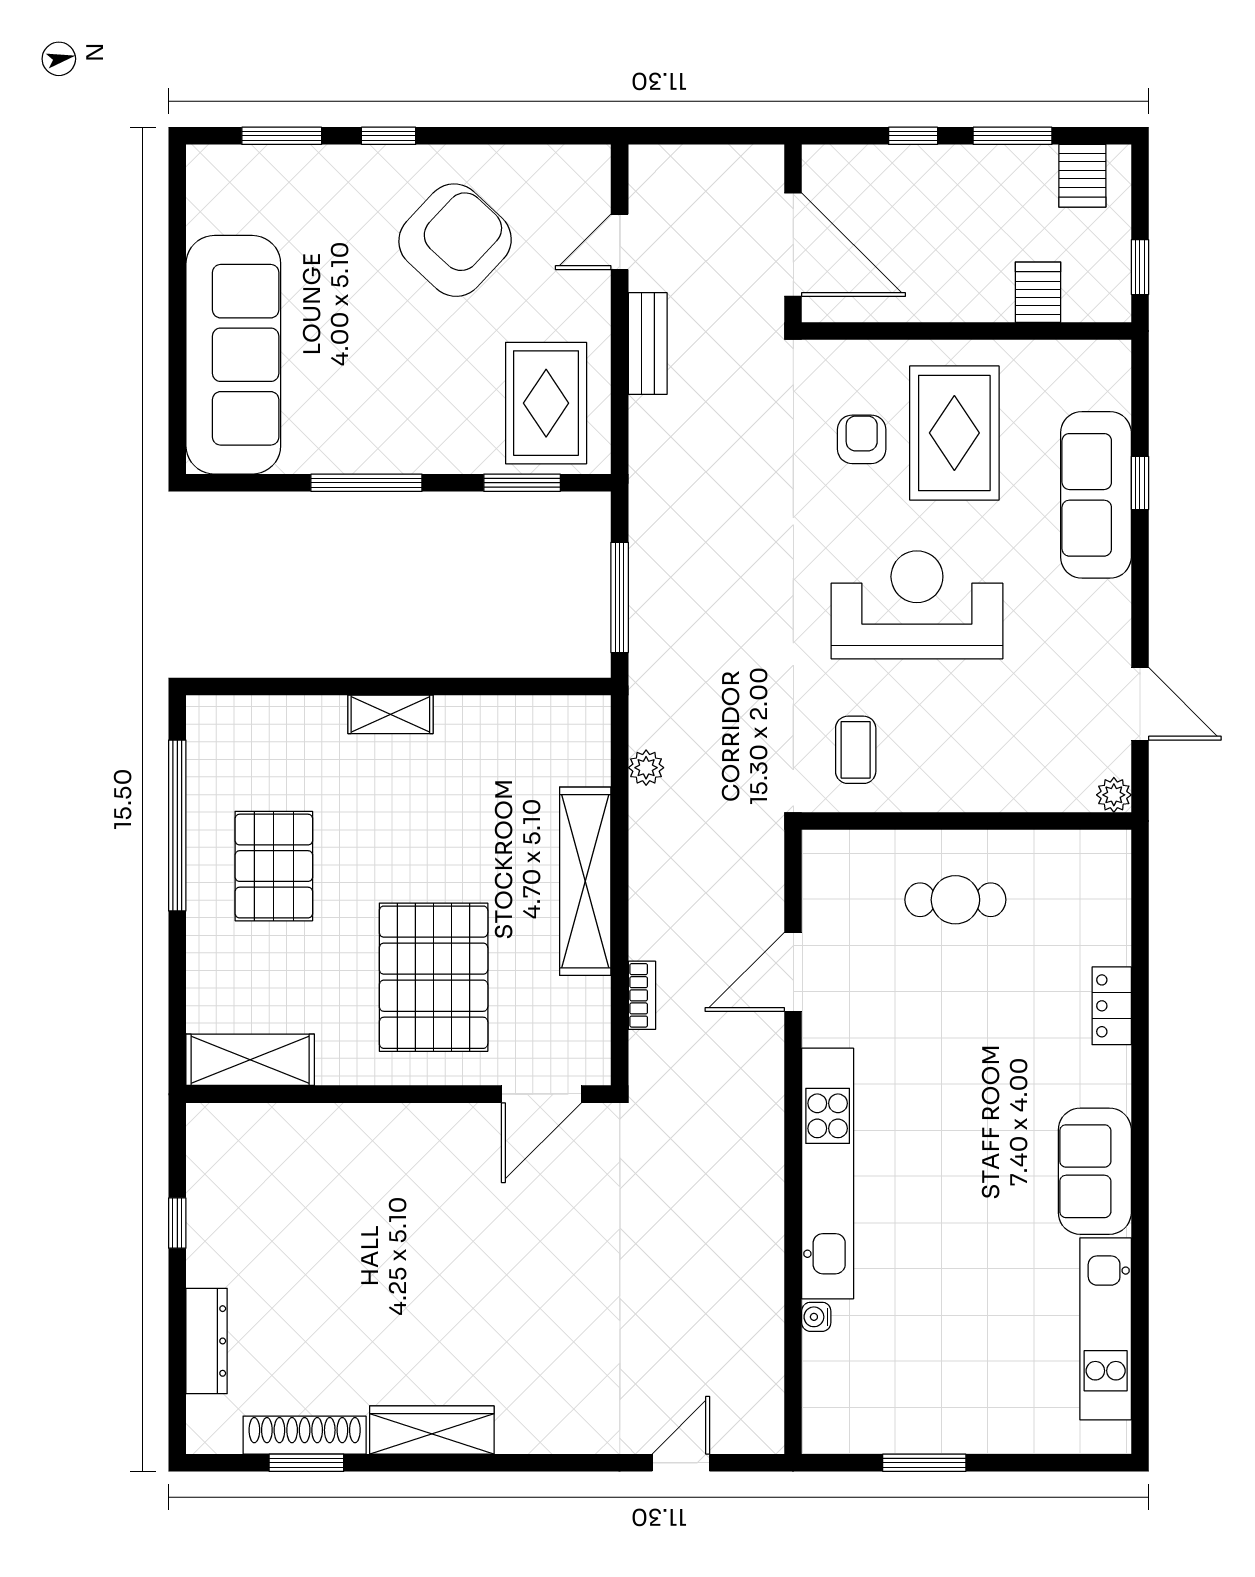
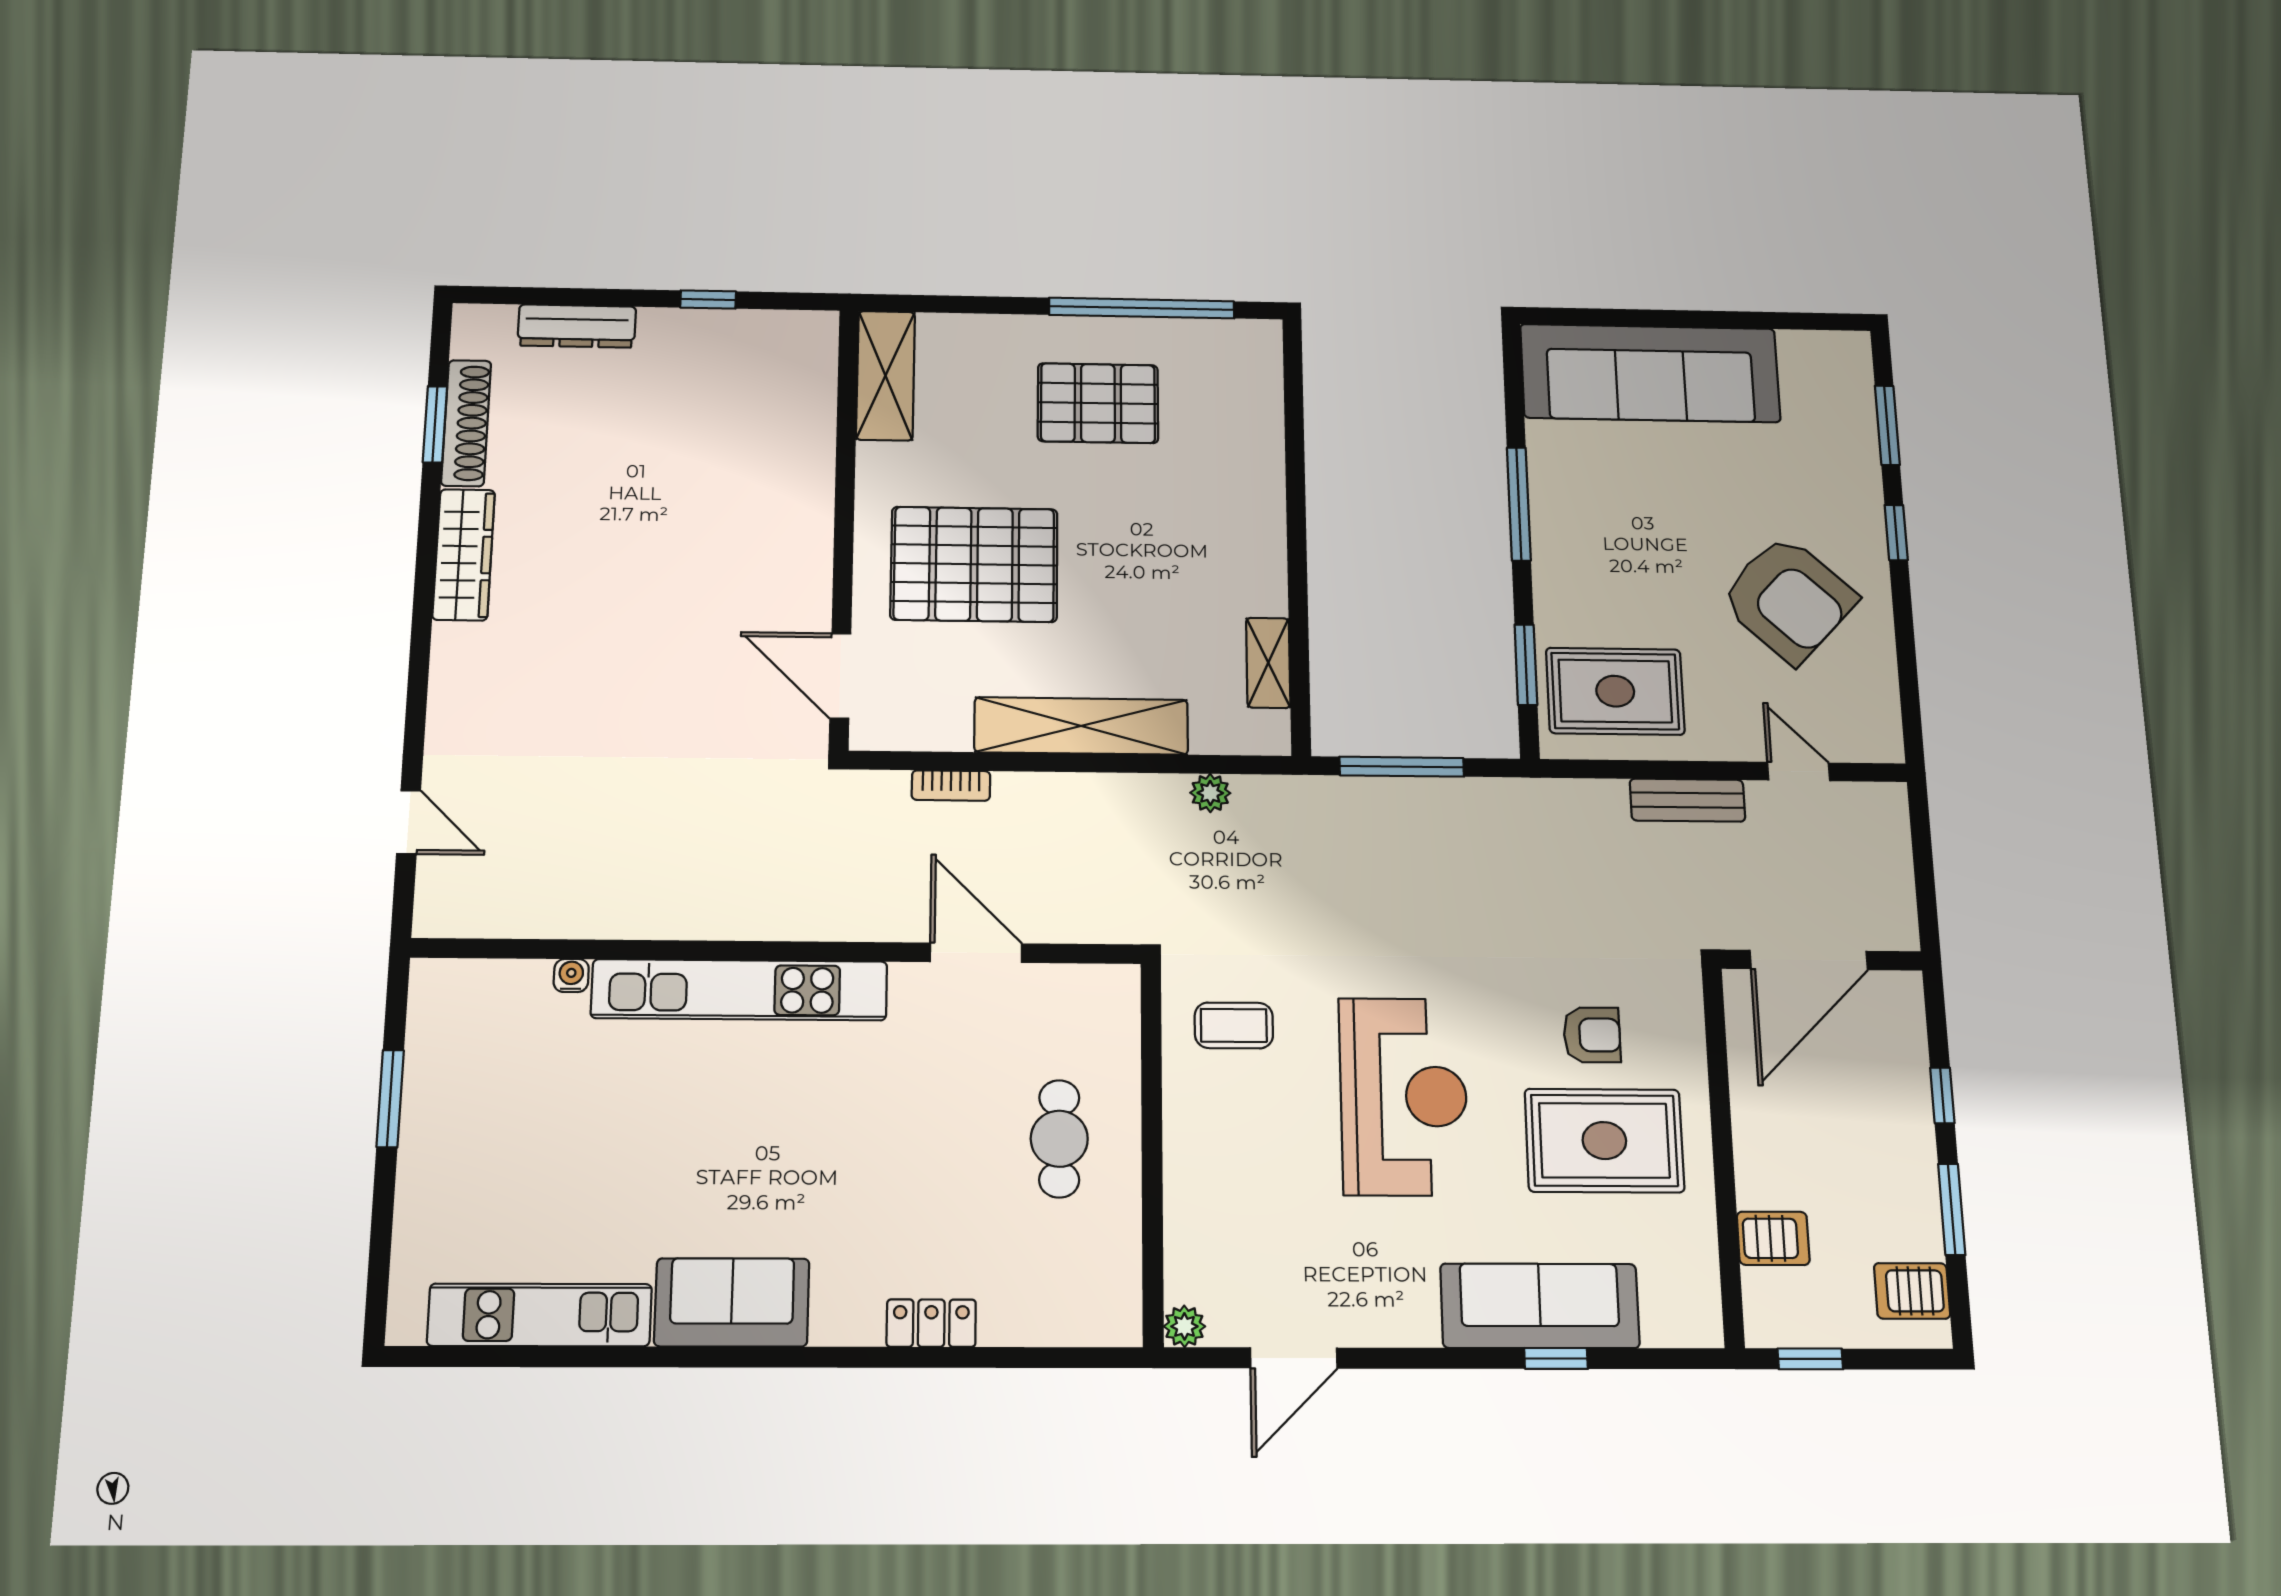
shelving: (390, 714) -> (1268, 663), moved

